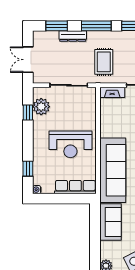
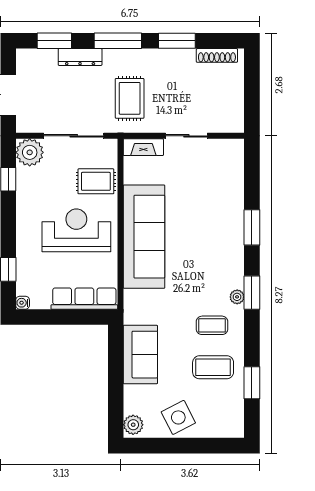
plant: (41, 107) -> (30, 152), moved
rug: (83, 114) -> (96, 181), added
reception desk: (70, 144) -> (76, 230), turned 180
sofa: (113, 170) -> (144, 237), moved

